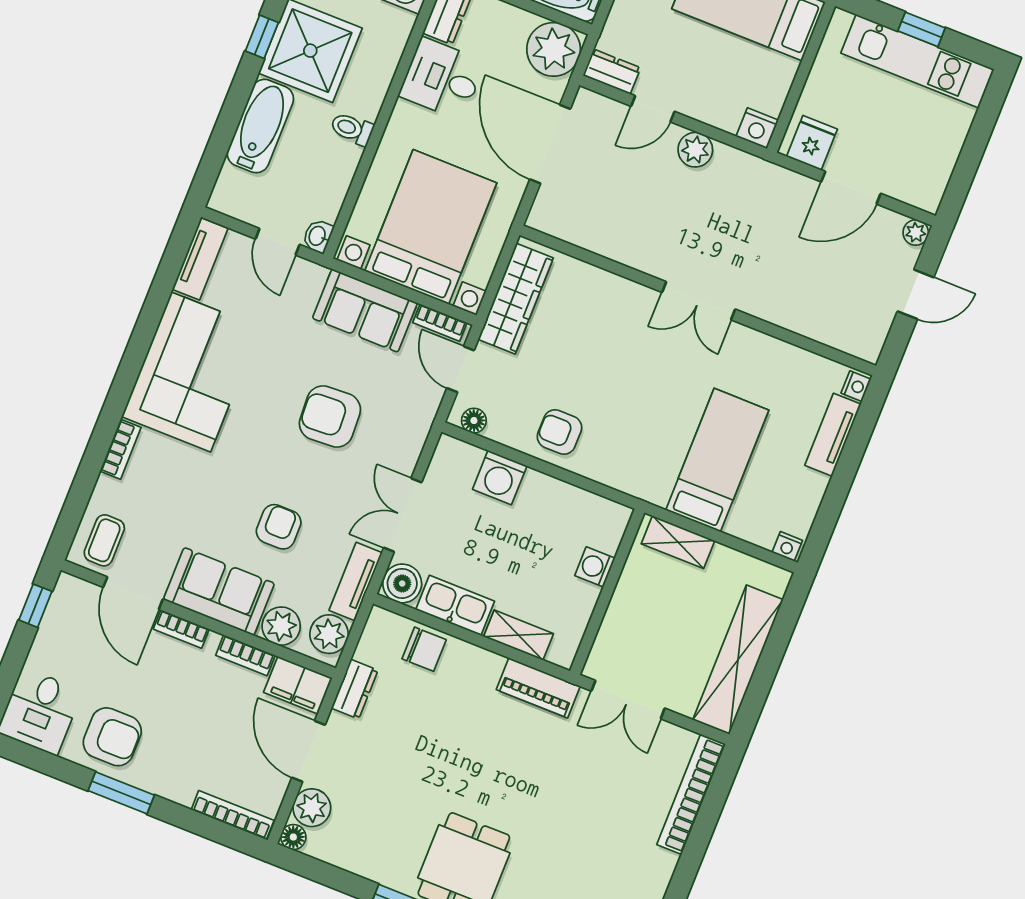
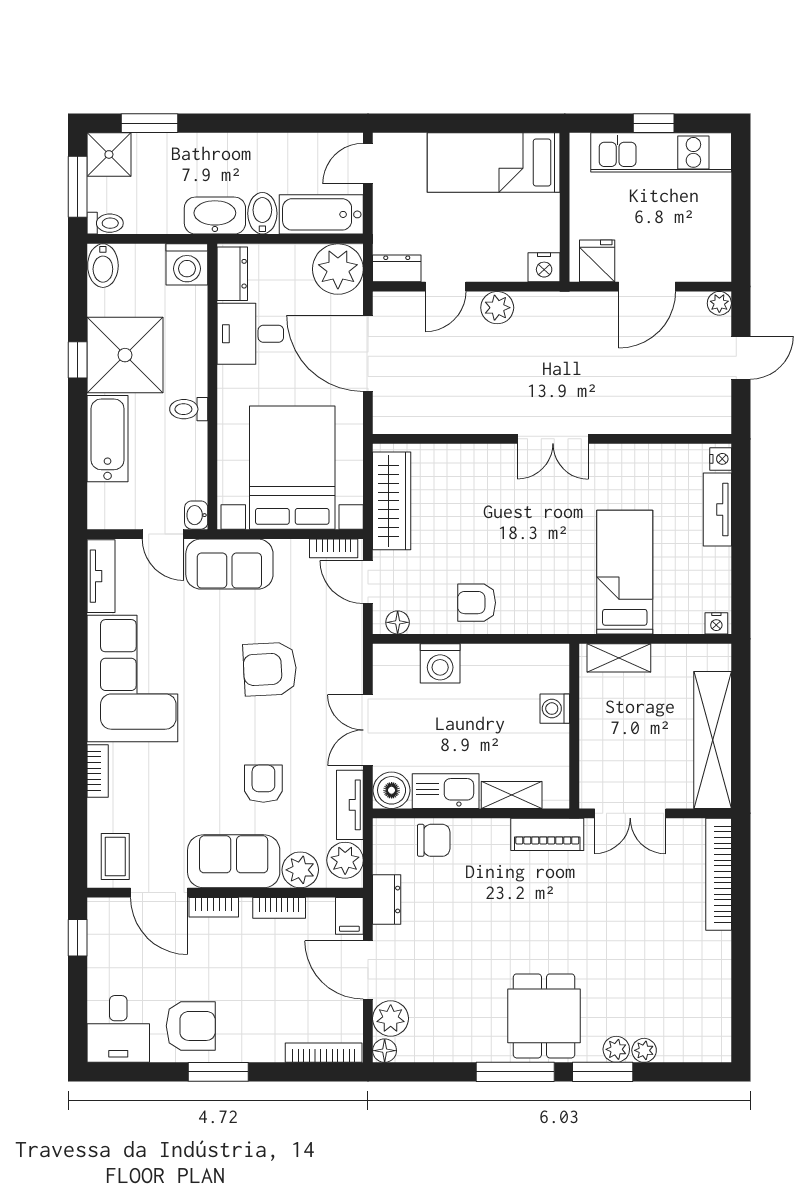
sofa: (365, 311) -> (229, 564), moved
filing cabinet: (298, 685) -> (349, 916), width x0.50

